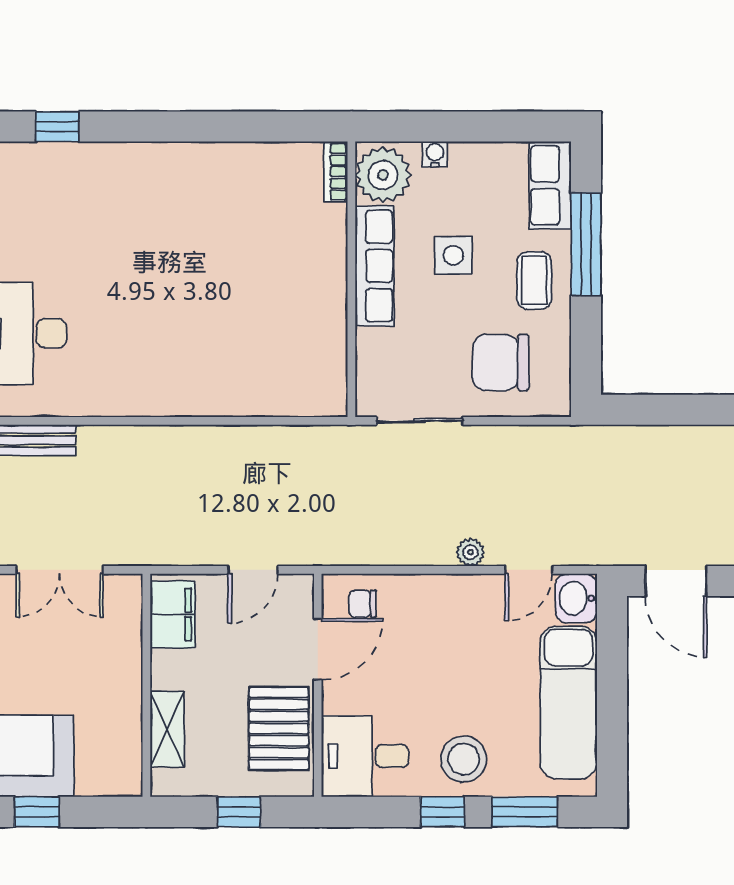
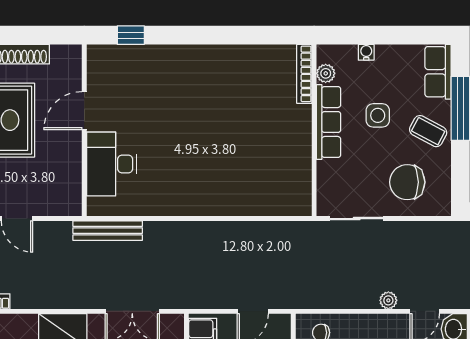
bookcase: (335, 172) -> (304, 74), width x1.56
plant: (383, 175) -> (326, 73), width x0.53, depth x0.53
coffee table: (534, 281) -> (428, 131), turned -62

